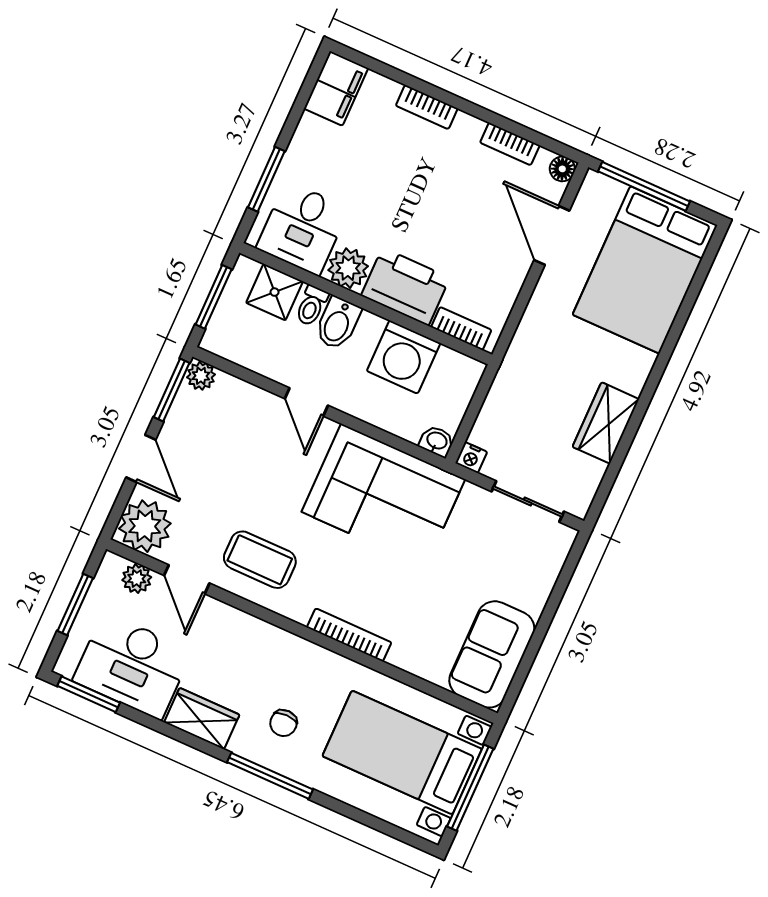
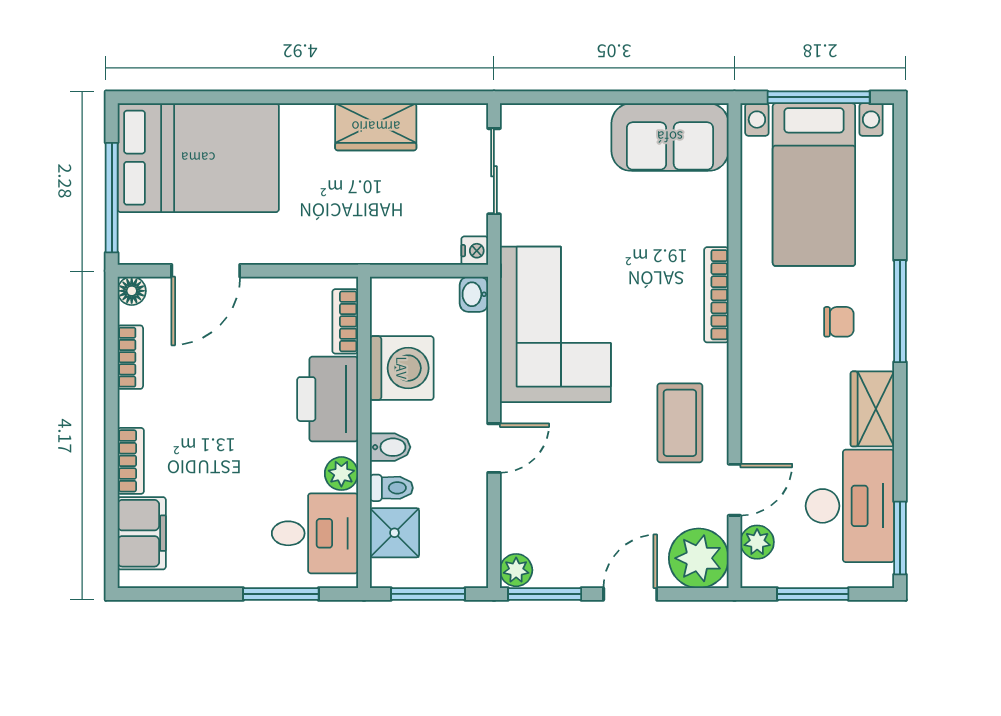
filing cabinet: (336, 88) -> (142, 533), moved, turned 90
plant: (348, 268) -> (341, 474), width x0.73, depth x0.73
bidet: (338, 323) -> (390, 447), width x0.72, depth x0.74

